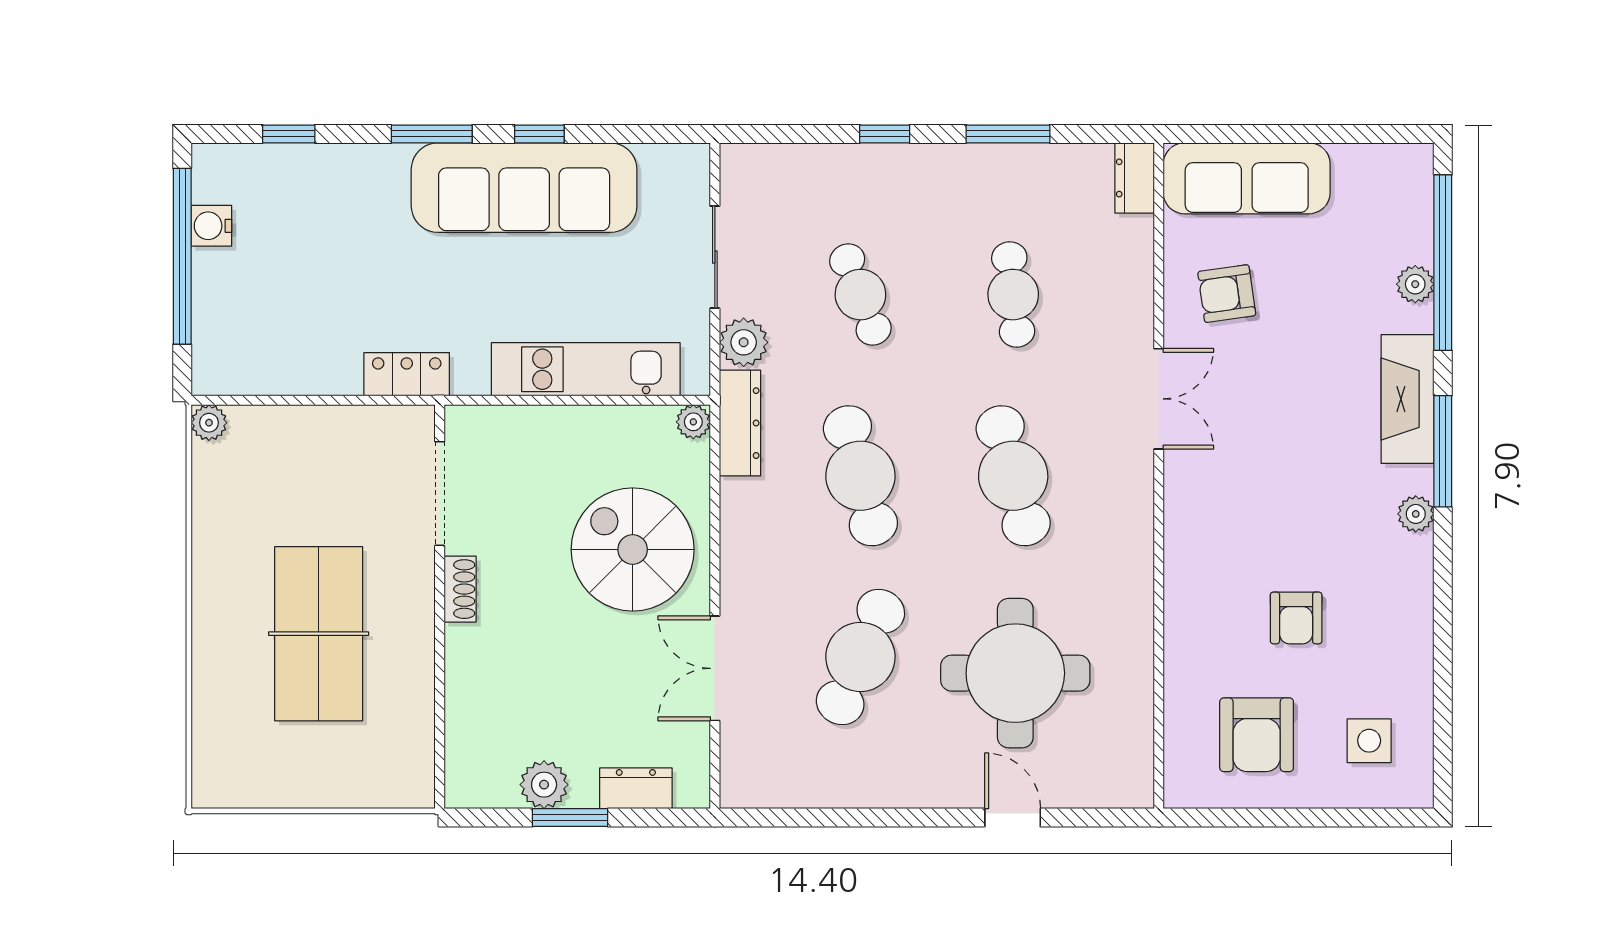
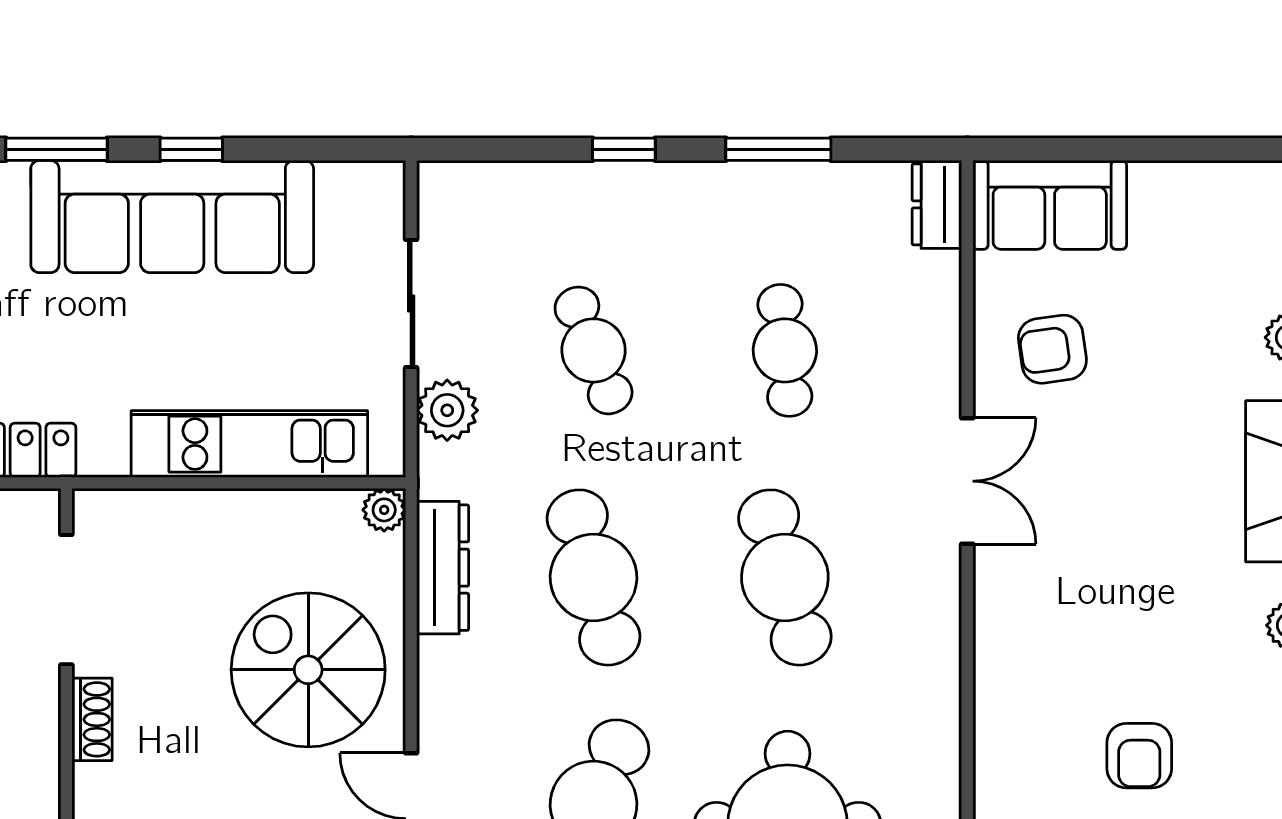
sofa: (1247, 178) -> (1050, 205), width x0.73
dresser: (740, 423) -> (443, 568), moved

